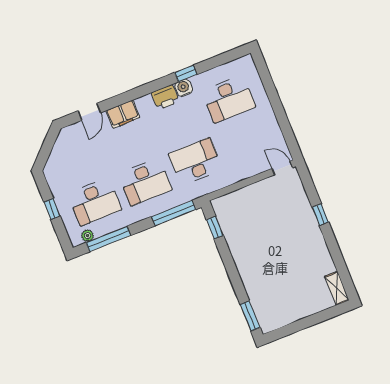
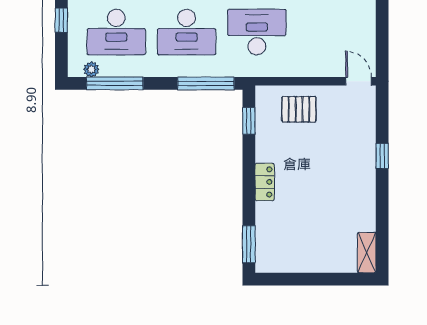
pallet: (248, 205) -> (299, 109), added
locker: (244, 267) -> (265, 182), added

